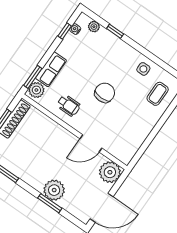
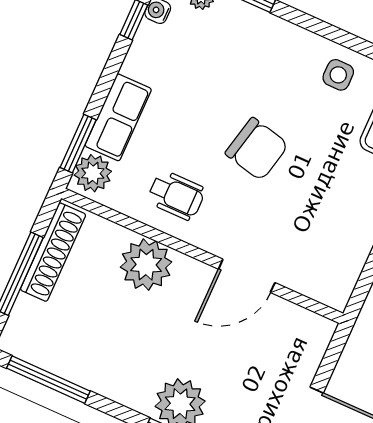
chair: (105, 93) -> (257, 149), turned 103
plant: (110, 172) -> (146, 265), moved

